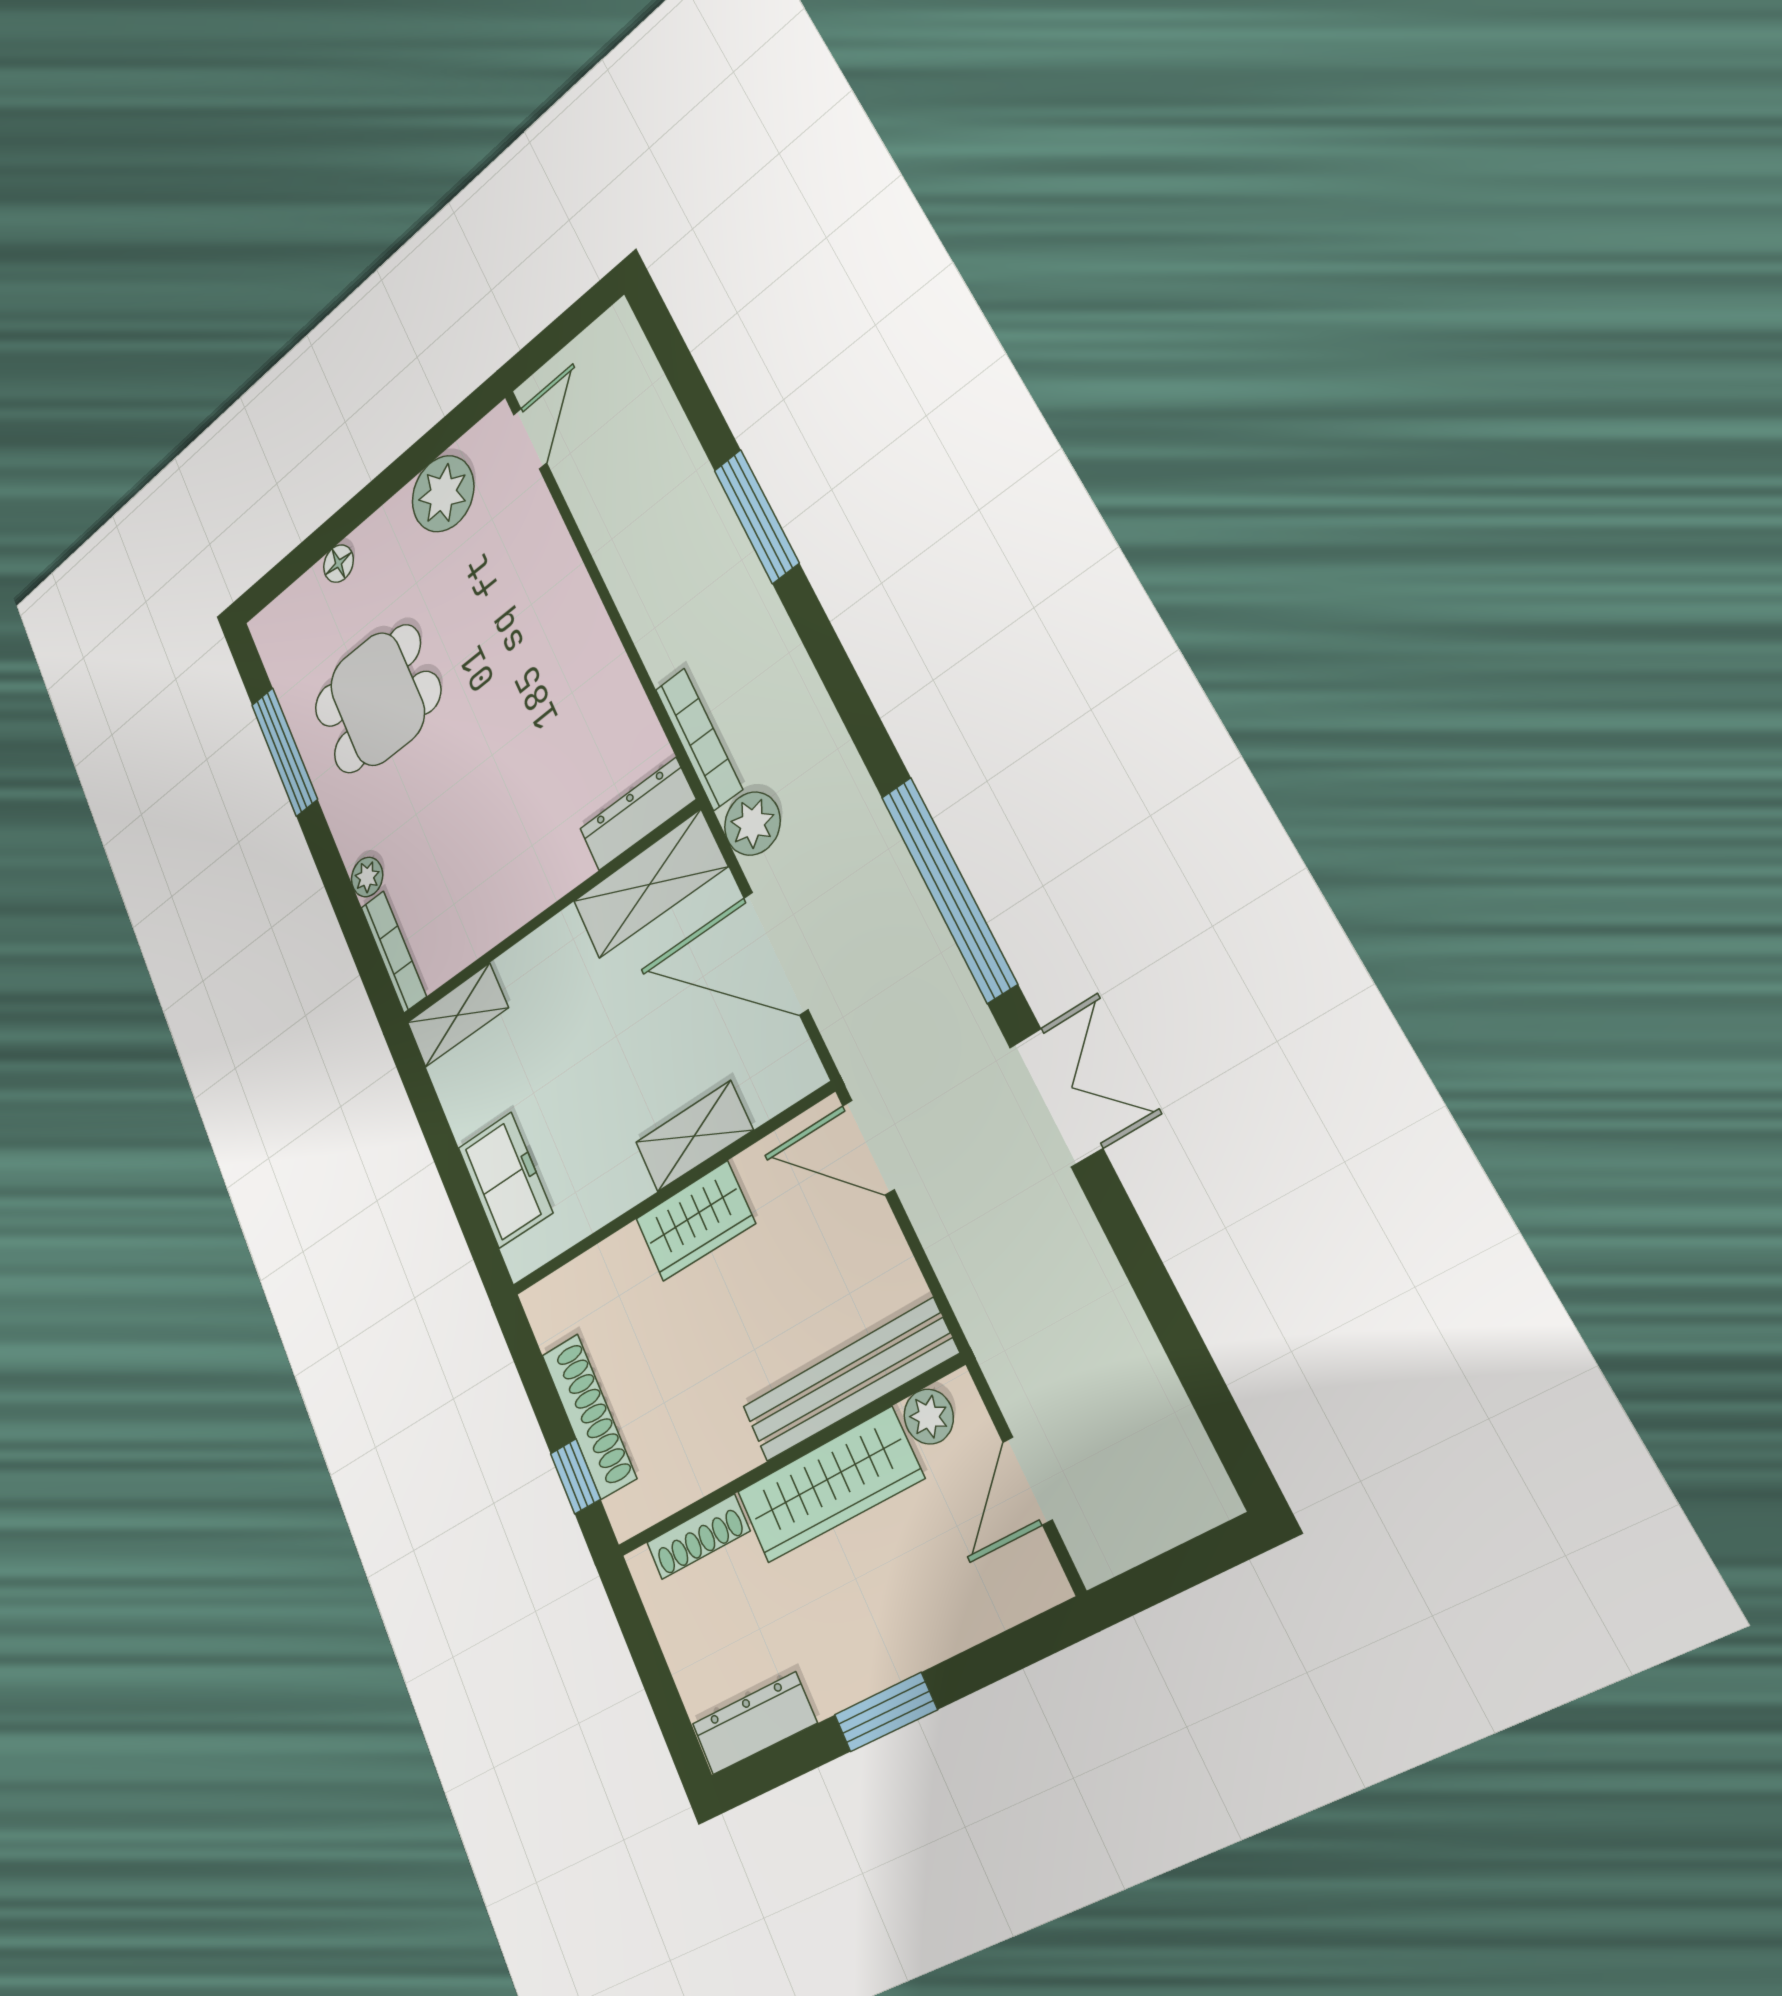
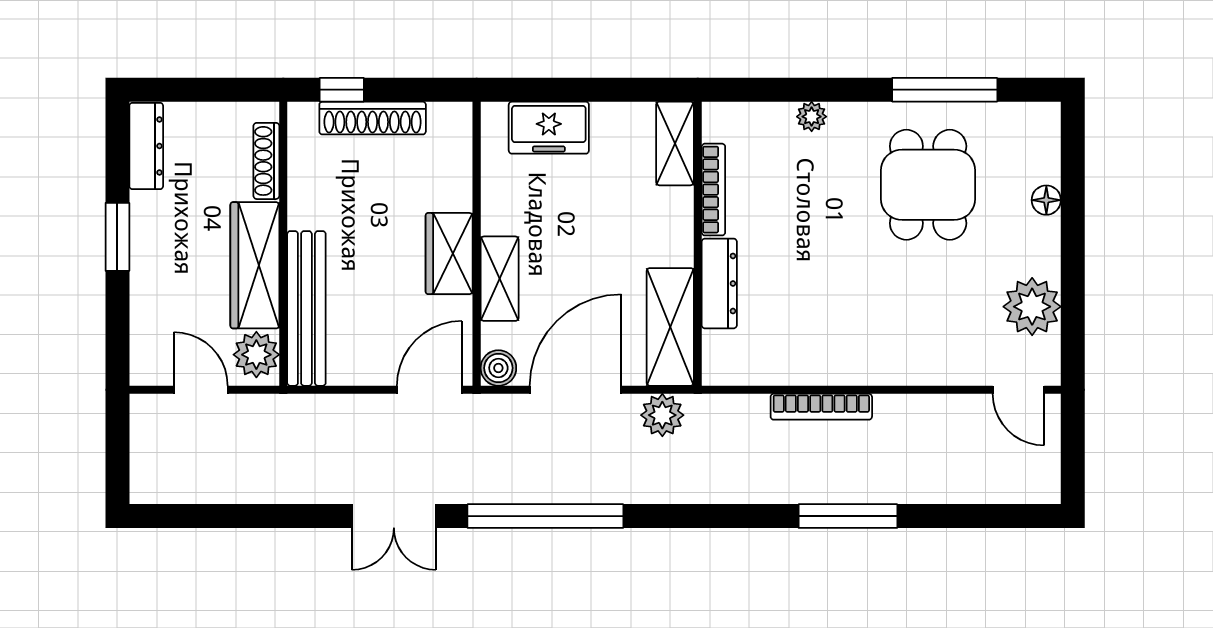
bookcase: (699, 739) -> (821, 407), moved
dresser: (637, 814) -> (719, 283), moved
bookcase: (394, 952) -> (713, 190), moved, turned -90
boiler: (798, 1071) -> (498, 368), added
plant: (929, 1417) -> (256, 355), width x1.38, depth x1.38

